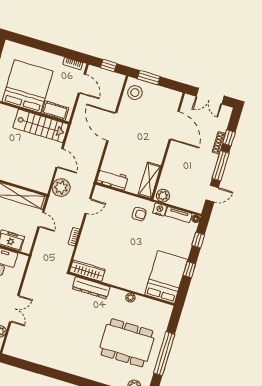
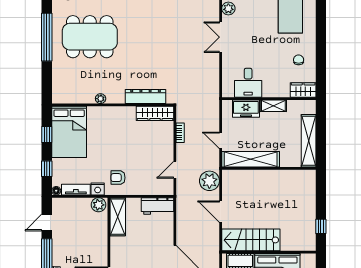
wardrobe: (87, 271) -> (155, 113), moved
bed: (166, 277) -> (69, 132), moved
dresser: (91, 288) -> (146, 97), moved
wall: (122, 289) -> (113, 105), moved
plant: (130, 298) -> (101, 99), moved

